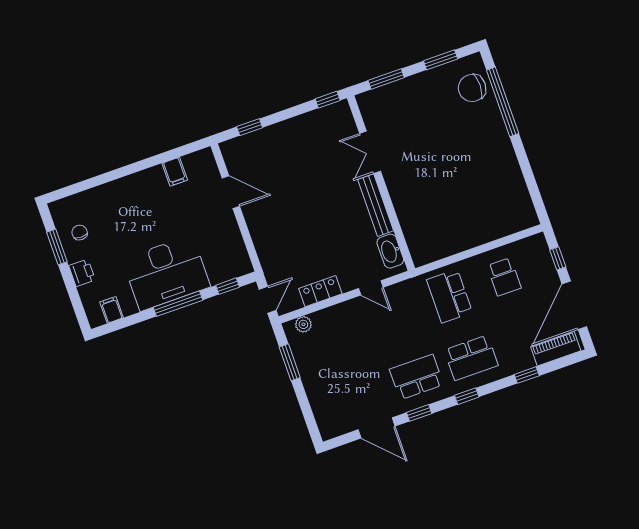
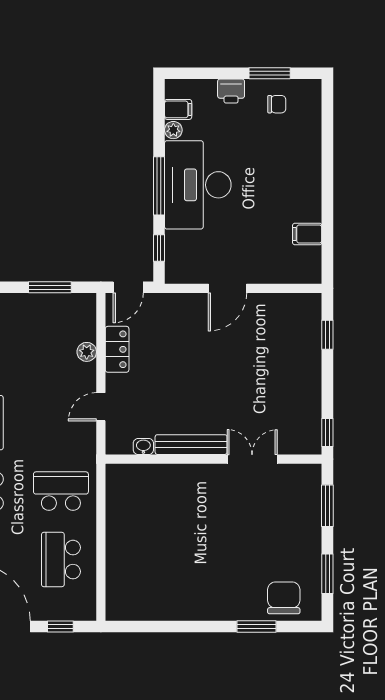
window: (503, 102) -> (257, 626), width x0.47
door: (231, 192) -> (227, 288), moved
washbasin: (390, 251) -> (143, 446), width x0.52, depth x0.69
school desk: (504, 277) -> (61, 560), width x1.85
door: (268, 300) -> (128, 287), hinge flipped
plant: (129, 308) -> (173, 130), added
plant: (303, 324) -> (87, 352), moved

